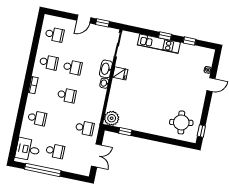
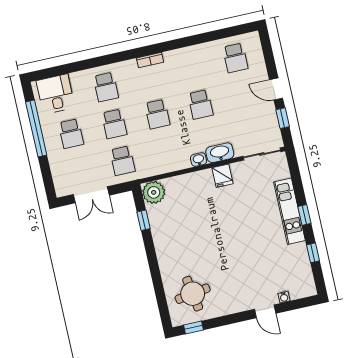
school desk: (49, 62) -> (114, 124), moved

